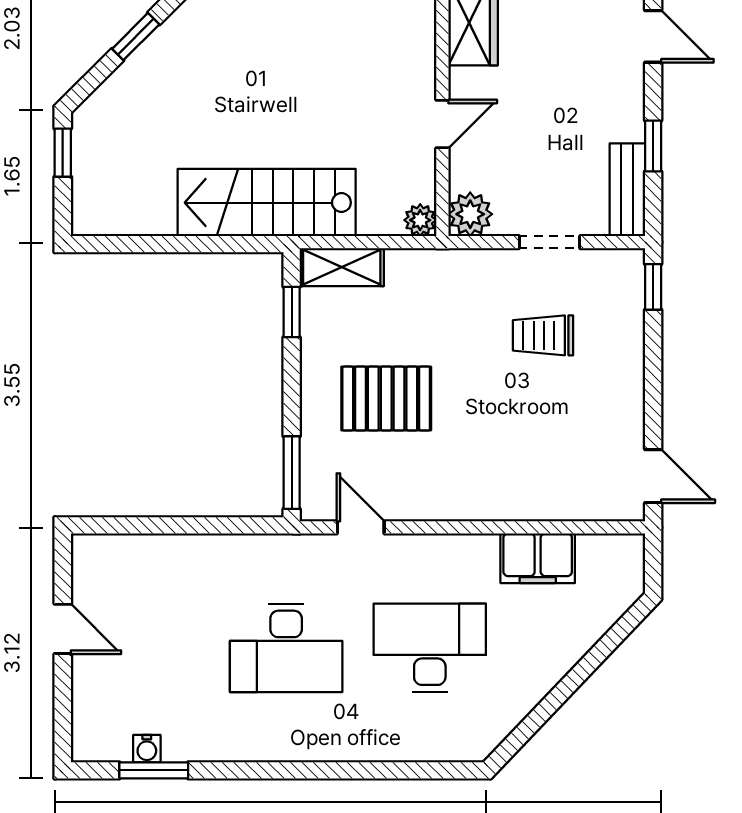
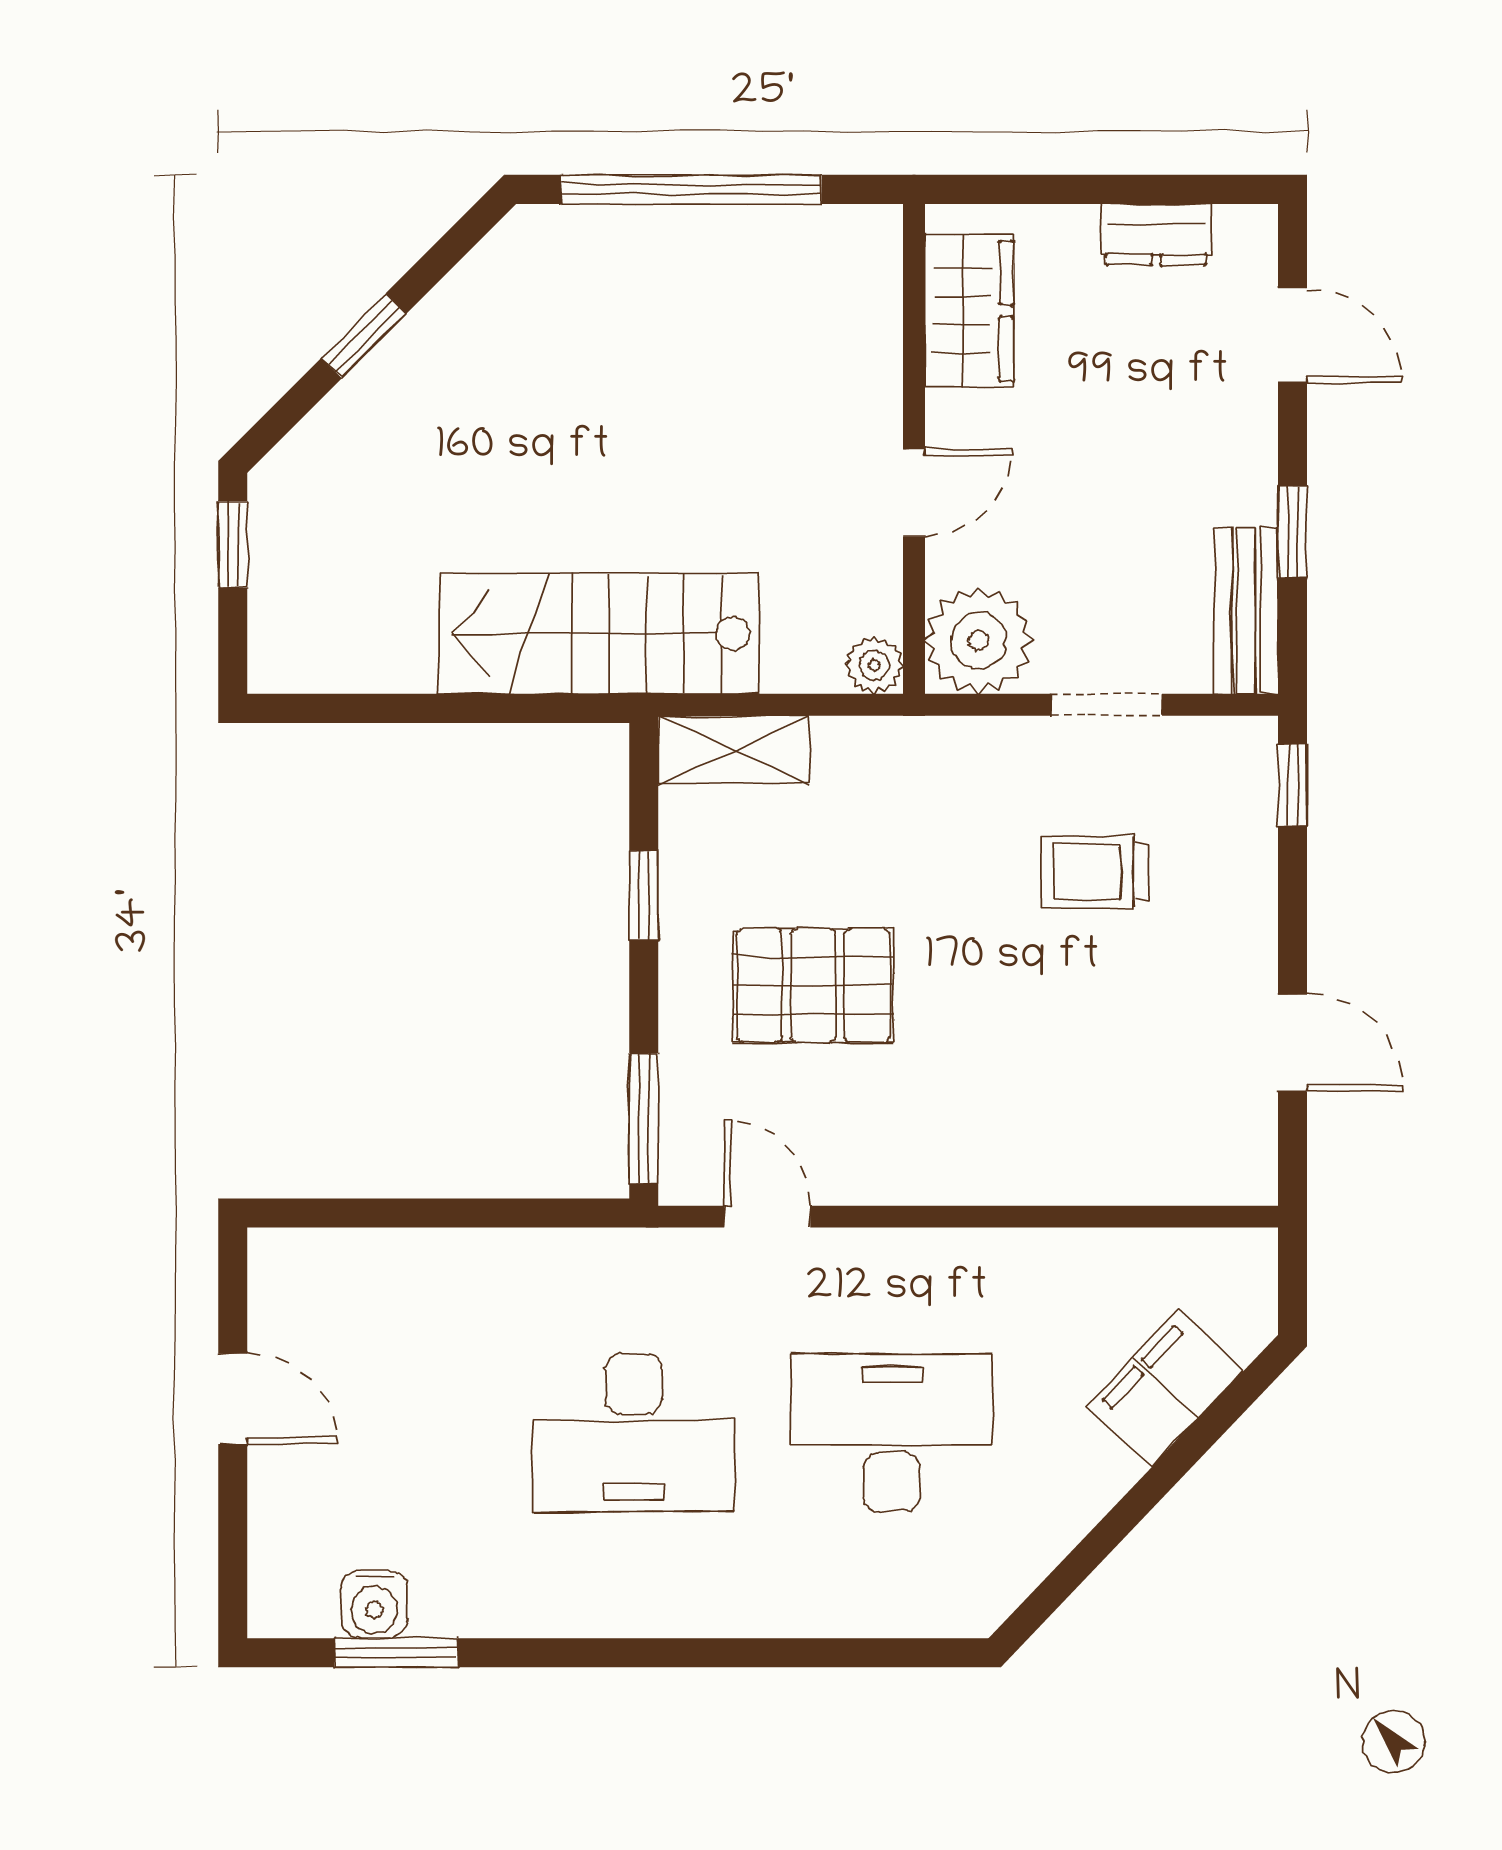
plant: (470, 214) -> (978, 640), width x1.36, depth x1.36
window: (292, 312) -> (644, 896), moved
door: (653, 476) -> (1292, 1043), moved
filing cabinet: (538, 558) -> (1165, 1388), moved, turned 134
water cooler: (147, 749) -> (374, 1604), width x1.38, depth x1.38

